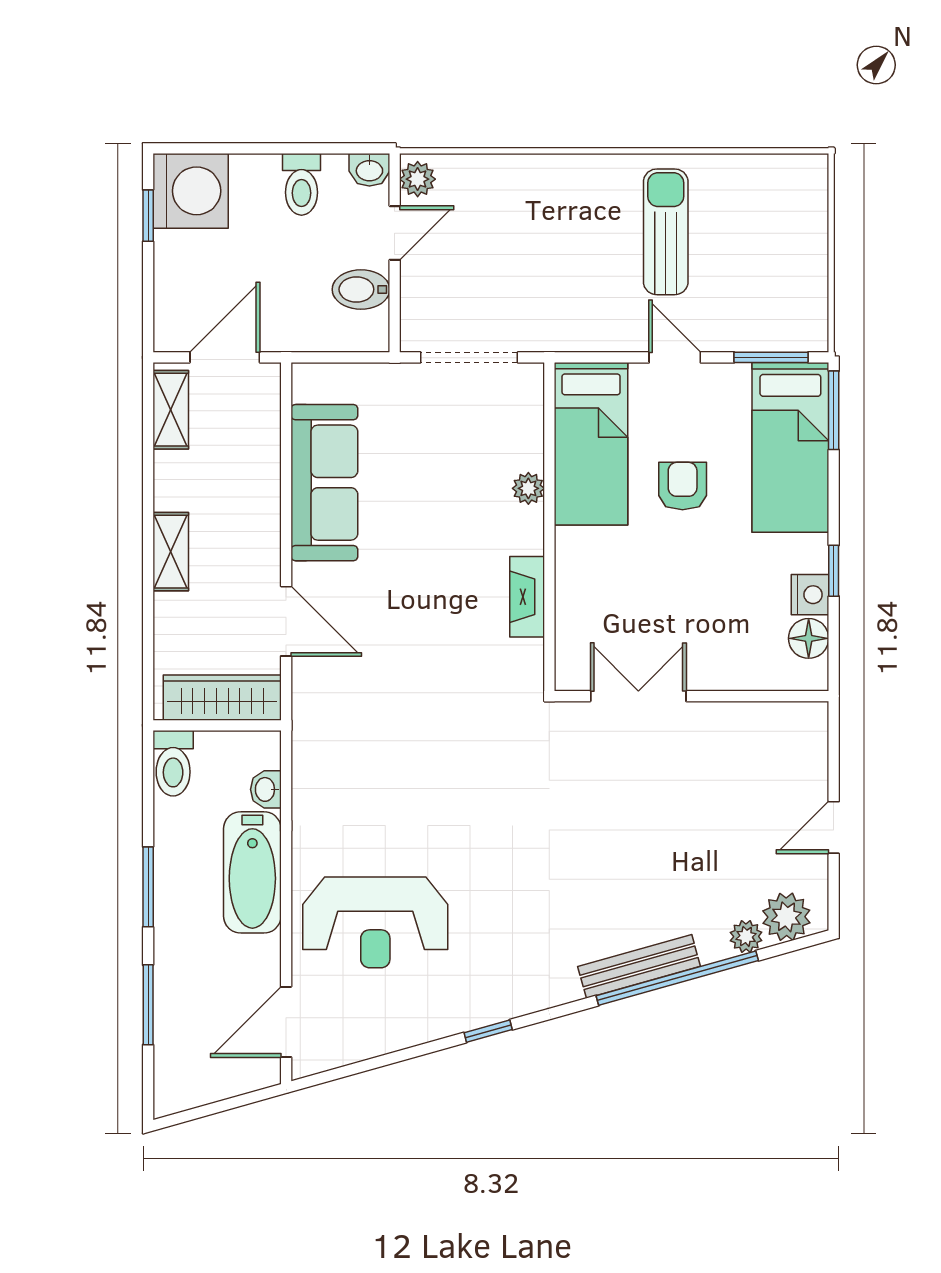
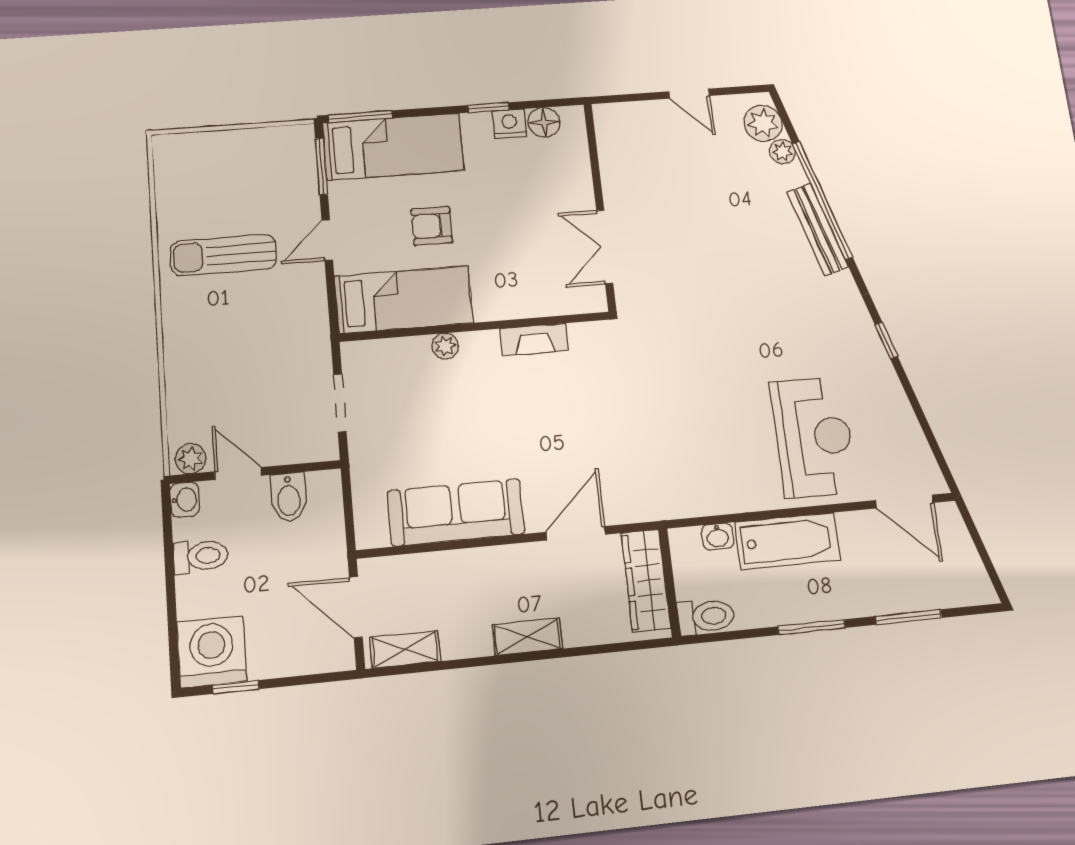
doorway: (469, 357) -> (340, 403), width x0.73

